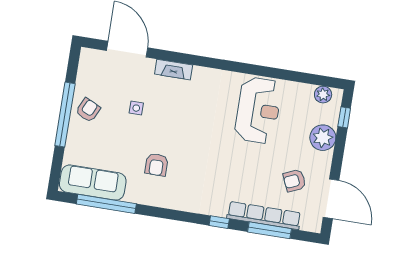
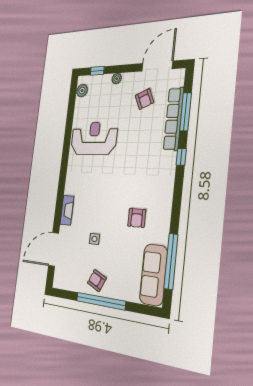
plant: (323, 138) -> (117, 79), width x0.53, depth x0.53
armchair: (156, 165) -> (137, 218), turned 90

